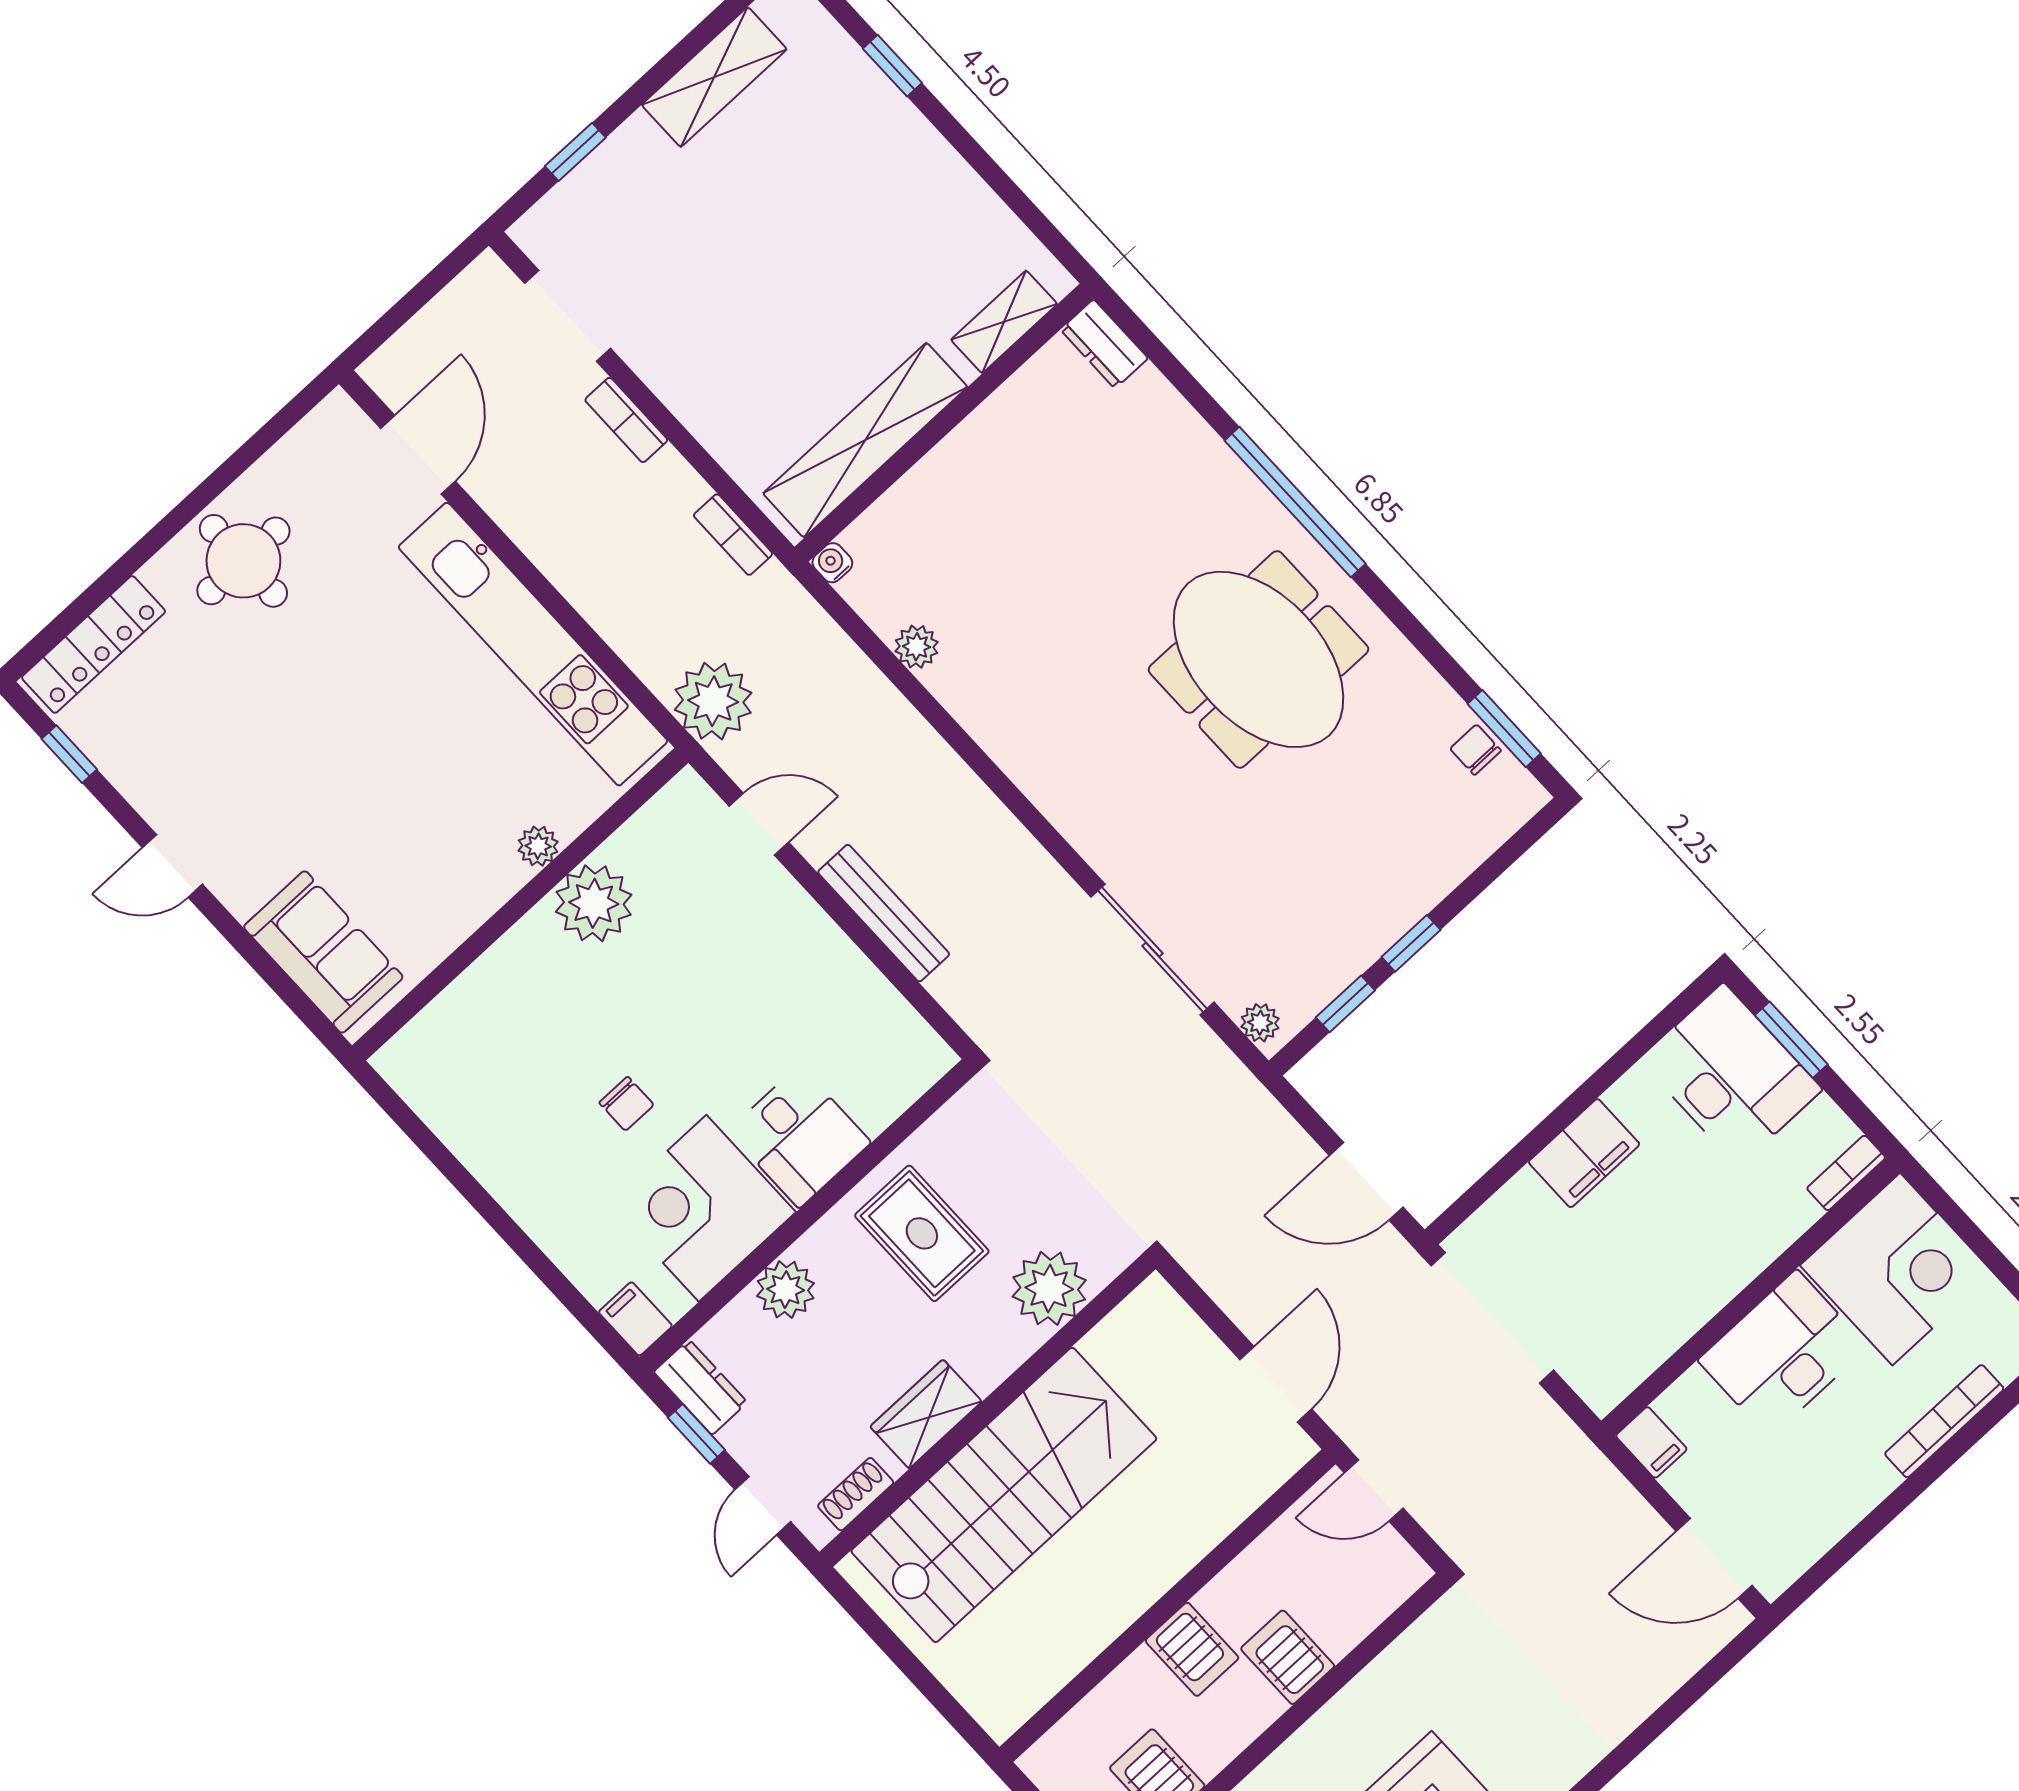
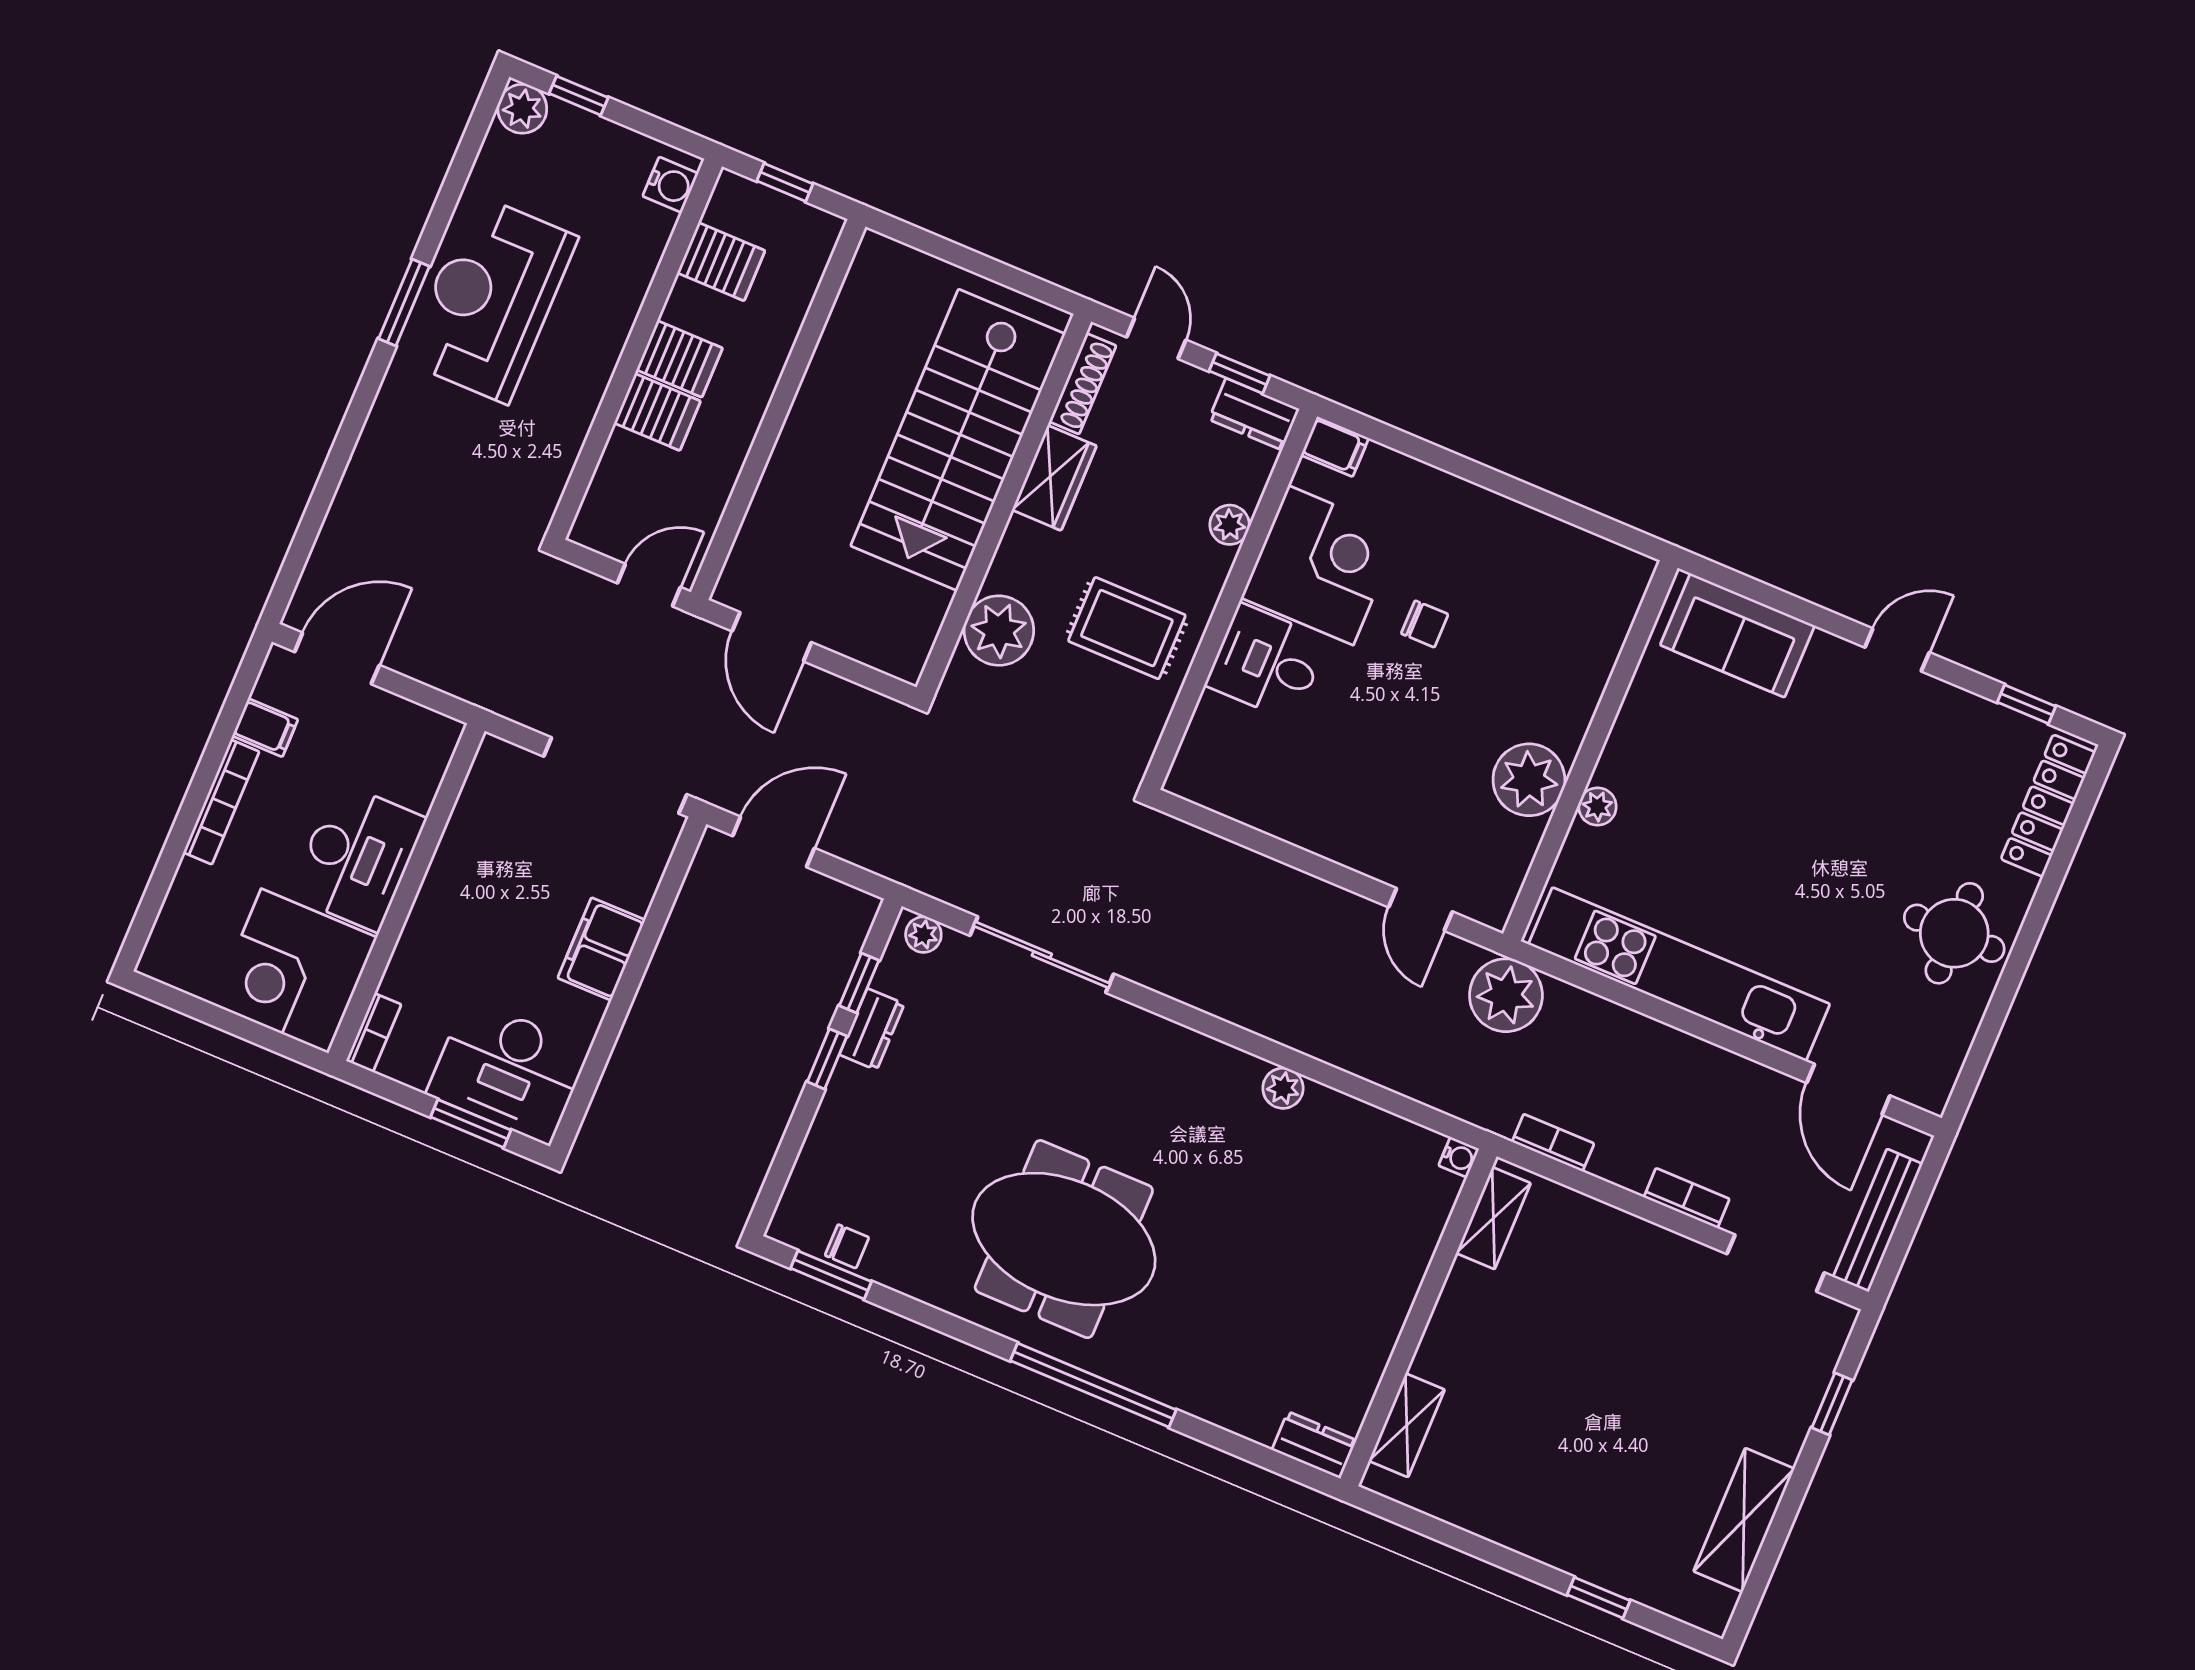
shelving: (865, 440) -> (1493, 1218), width x0.45, depth x0.75
plant: (917, 647) -> (1283, 1088), moved
door: (759, 824) -> (1420, 909), hinge flipped
bench: (884, 913) -> (1878, 1220), moved, turned 90
dresser: (1353, 953) -> (872, 1029), added
chair: (626, 1104) -> (1425, 624), turned 180
plant: (786, 1290) -> (1230, 525), width x0.73, depth x0.73
bookcase: (1944, 1421) -> (221, 802), moved
filing cabinet: (1651, 1442) -> (265, 728), moved, turned 180
shoe rack: (856, 1494) -> (1083, 384), width x1.43
server rack: (1192, 1649) -> (680, 359), moved, turned 180

